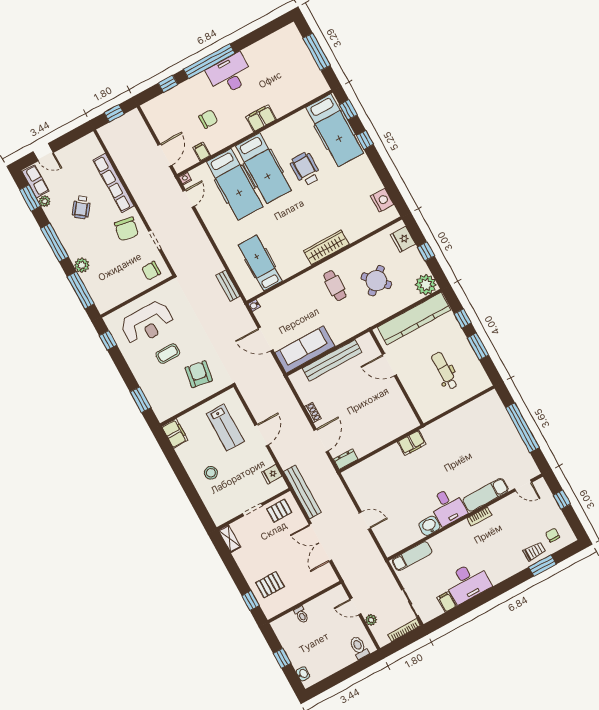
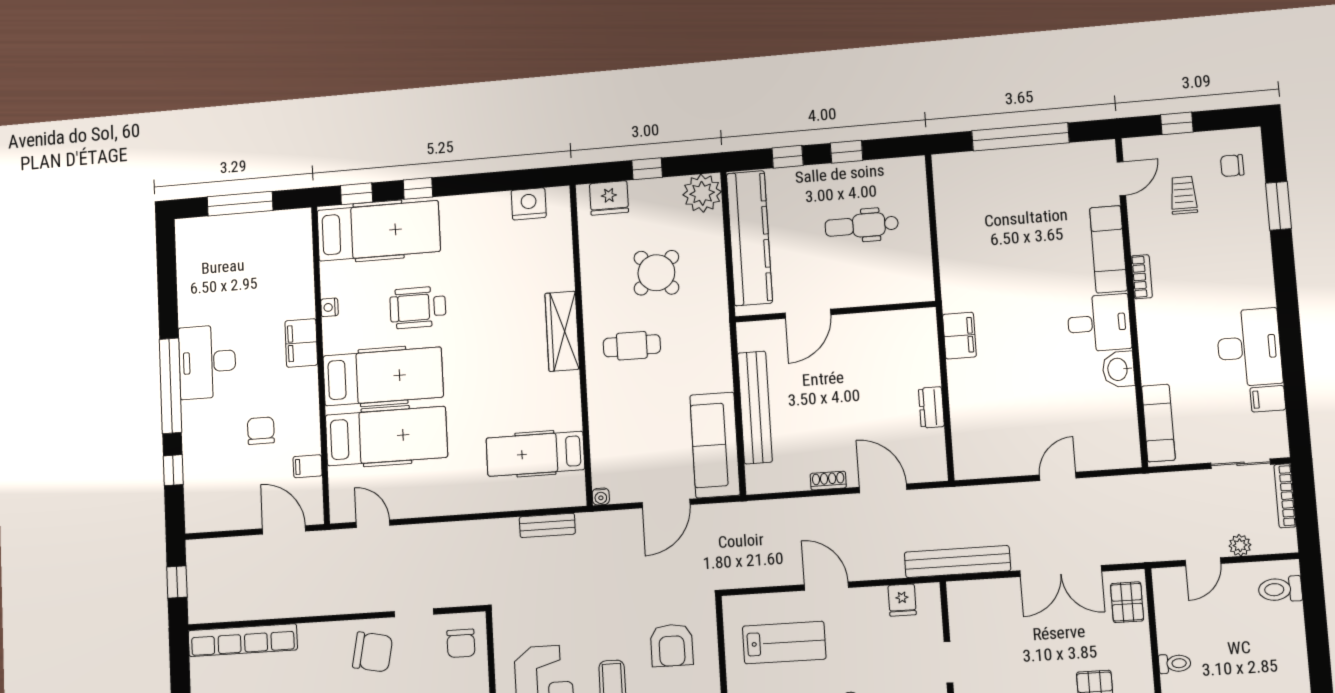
nightstand: (185, 179) -> (329, 307), moved
row of seats: (114, 183) -> (243, 640), moved
window: (478, 346) -> (847, 152), width x0.67
armchair: (199, 374) -> (672, 645), turned -99
dresser: (346, 459) -> (931, 407), moved
pallet: (279, 511) -> (1127, 602), moved
trolley: (534, 551) -> (1184, 195), moved

